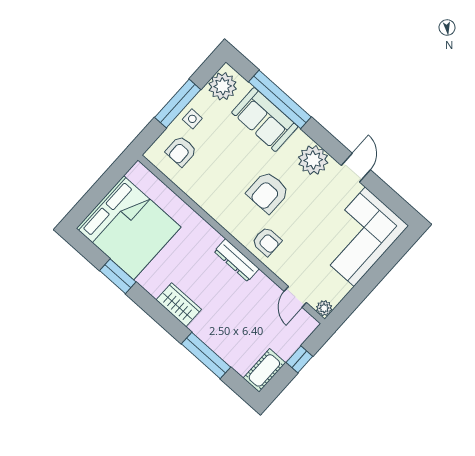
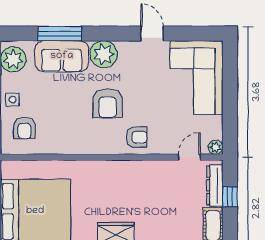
window: (280, 99) -> (60, 34), width x0.68
plant: (313, 160) -> (104, 54), moved
dresser: (237, 260) -> (215, 185), moved, turned 90
door: (295, 297) -> (189, 157), swing flipped

